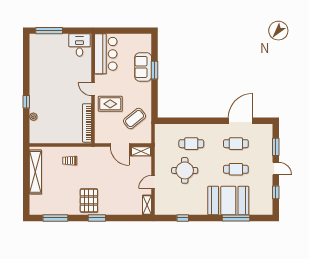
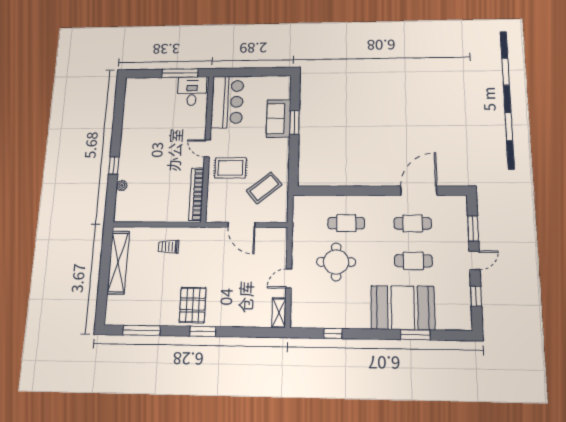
window: (49, 31) -> (180, 73), moved
shelving: (141, 151) -> (272, 234), removed
door: (276, 169) -> (474, 260), hinge flipped
window: (236, 218) -> (415, 335), width x0.69

